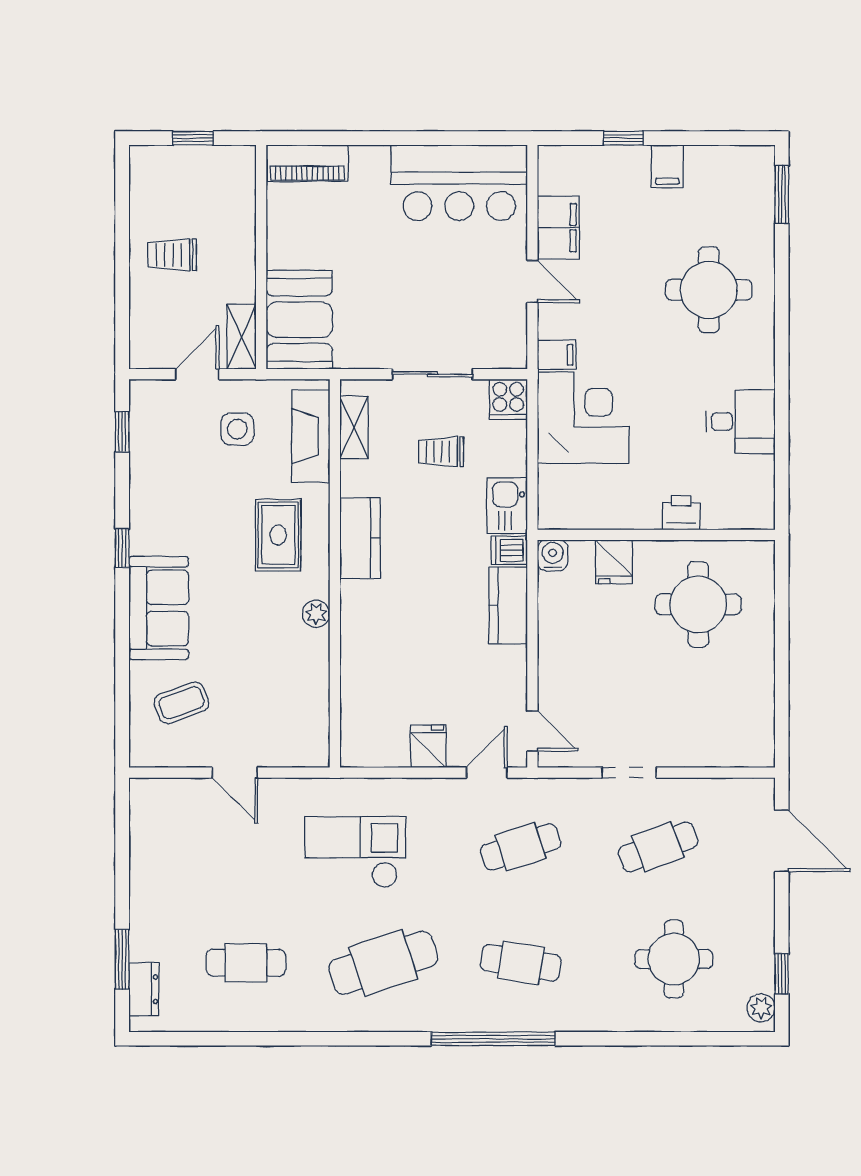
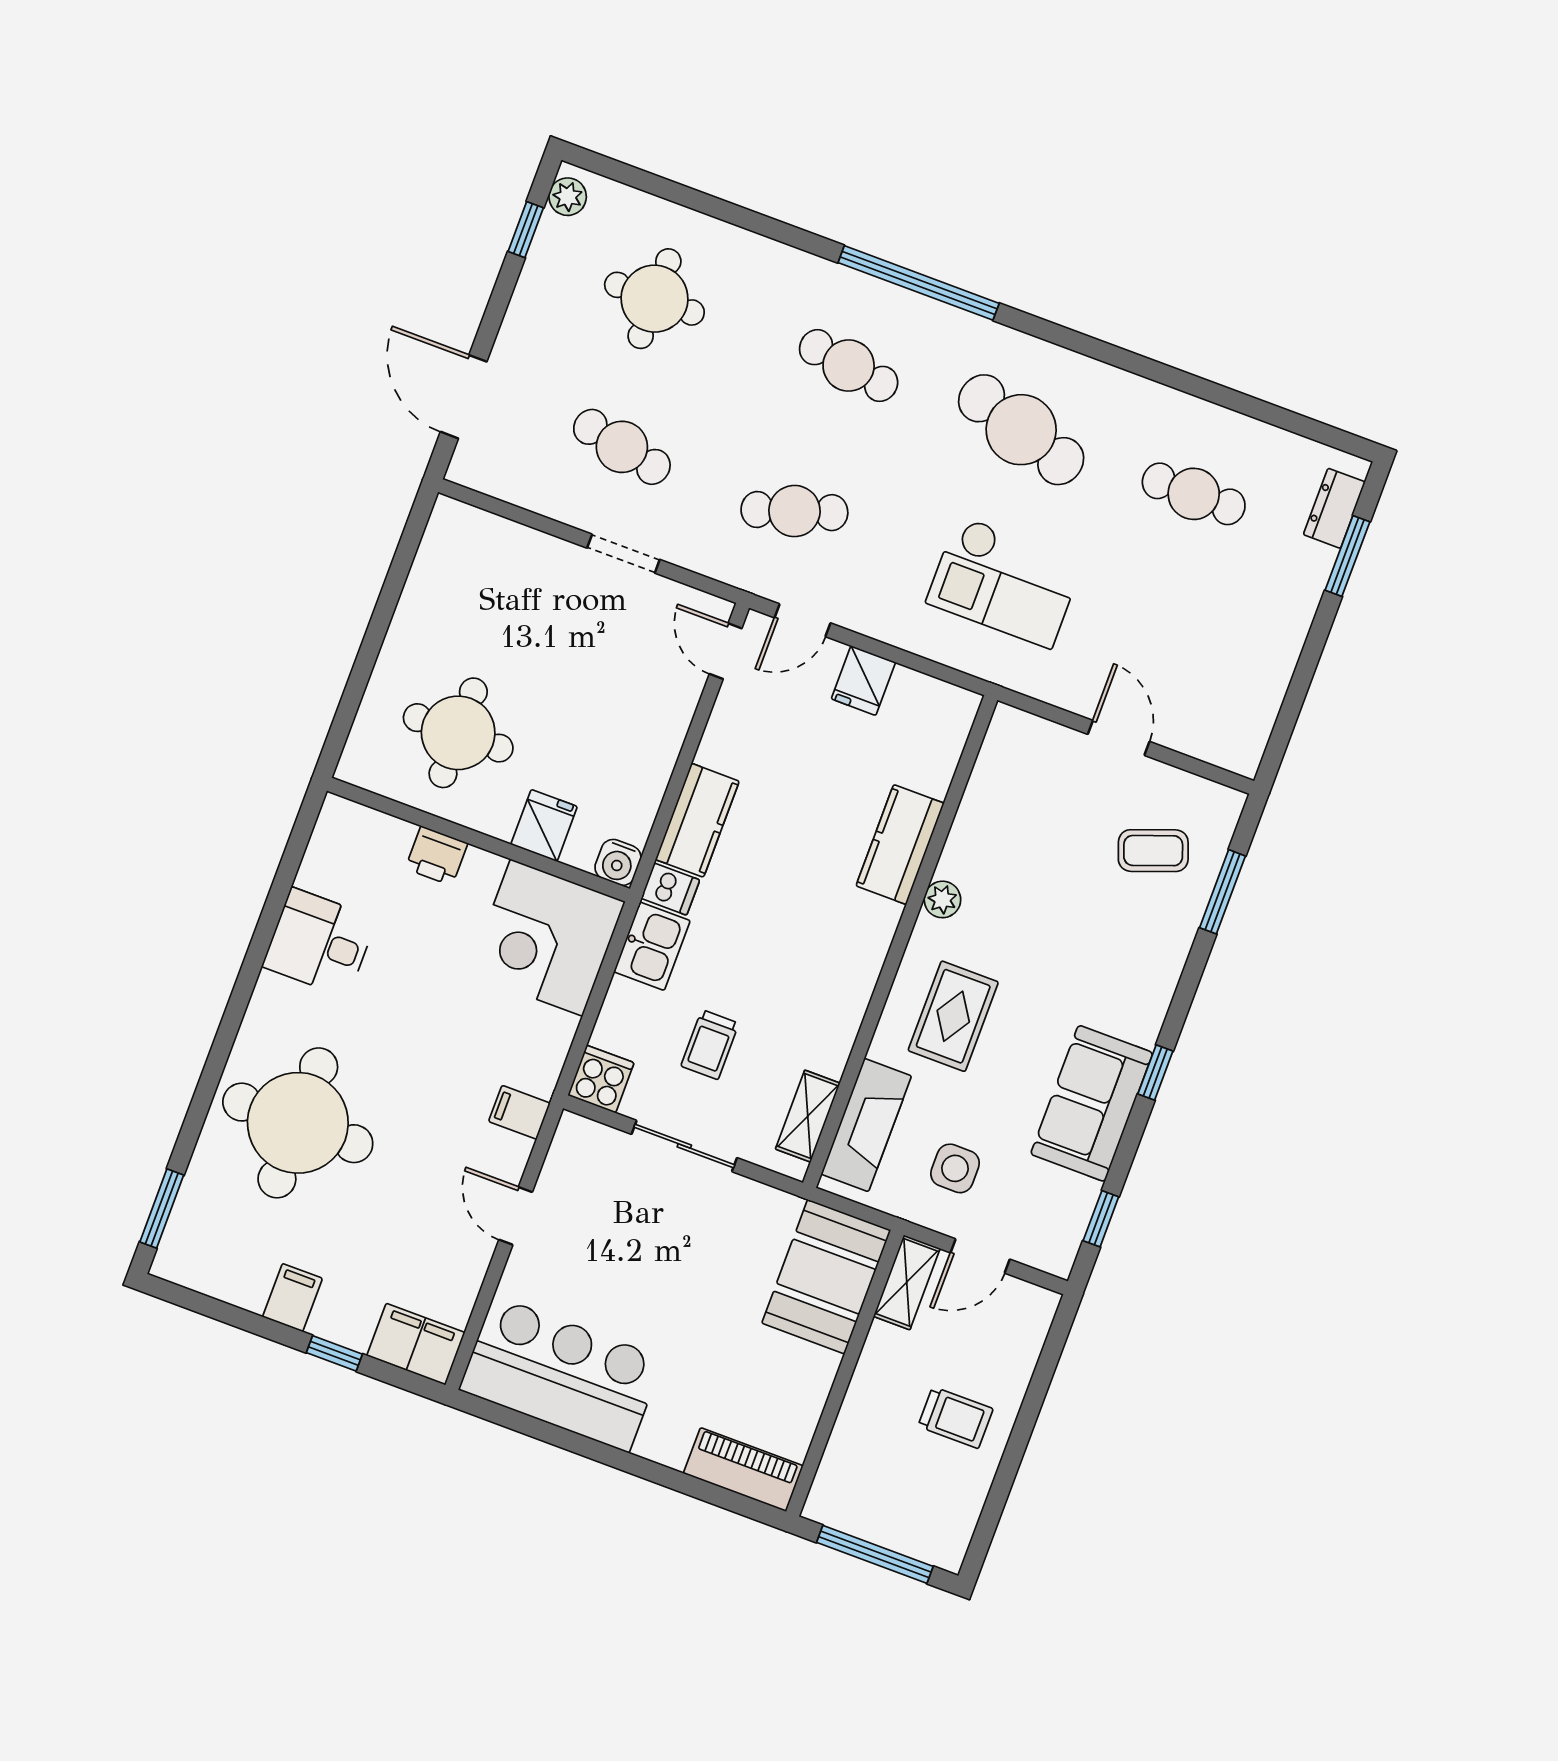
window: (193, 138) -> (875, 1554), width x2.17
filing cabinet: (558, 228) -> (416, 1344), moved, turned 90
round table: (709, 290) -> (298, 1123), width x1.36, depth x1.36
corner desk: (583, 418) -> (547, 938), moved
trolley: (441, 452) -> (710, 1045), turned 90
kitchen counter: (360, 538) -> (900, 845), moved
sofa: (159, 608) -> (1092, 1103), moved
window: (122, 692) -> (1223, 892), added
cafe table: (658, 847) -> (622, 447), turned 33
cafe table: (383, 963) -> (1021, 430), turned 36

